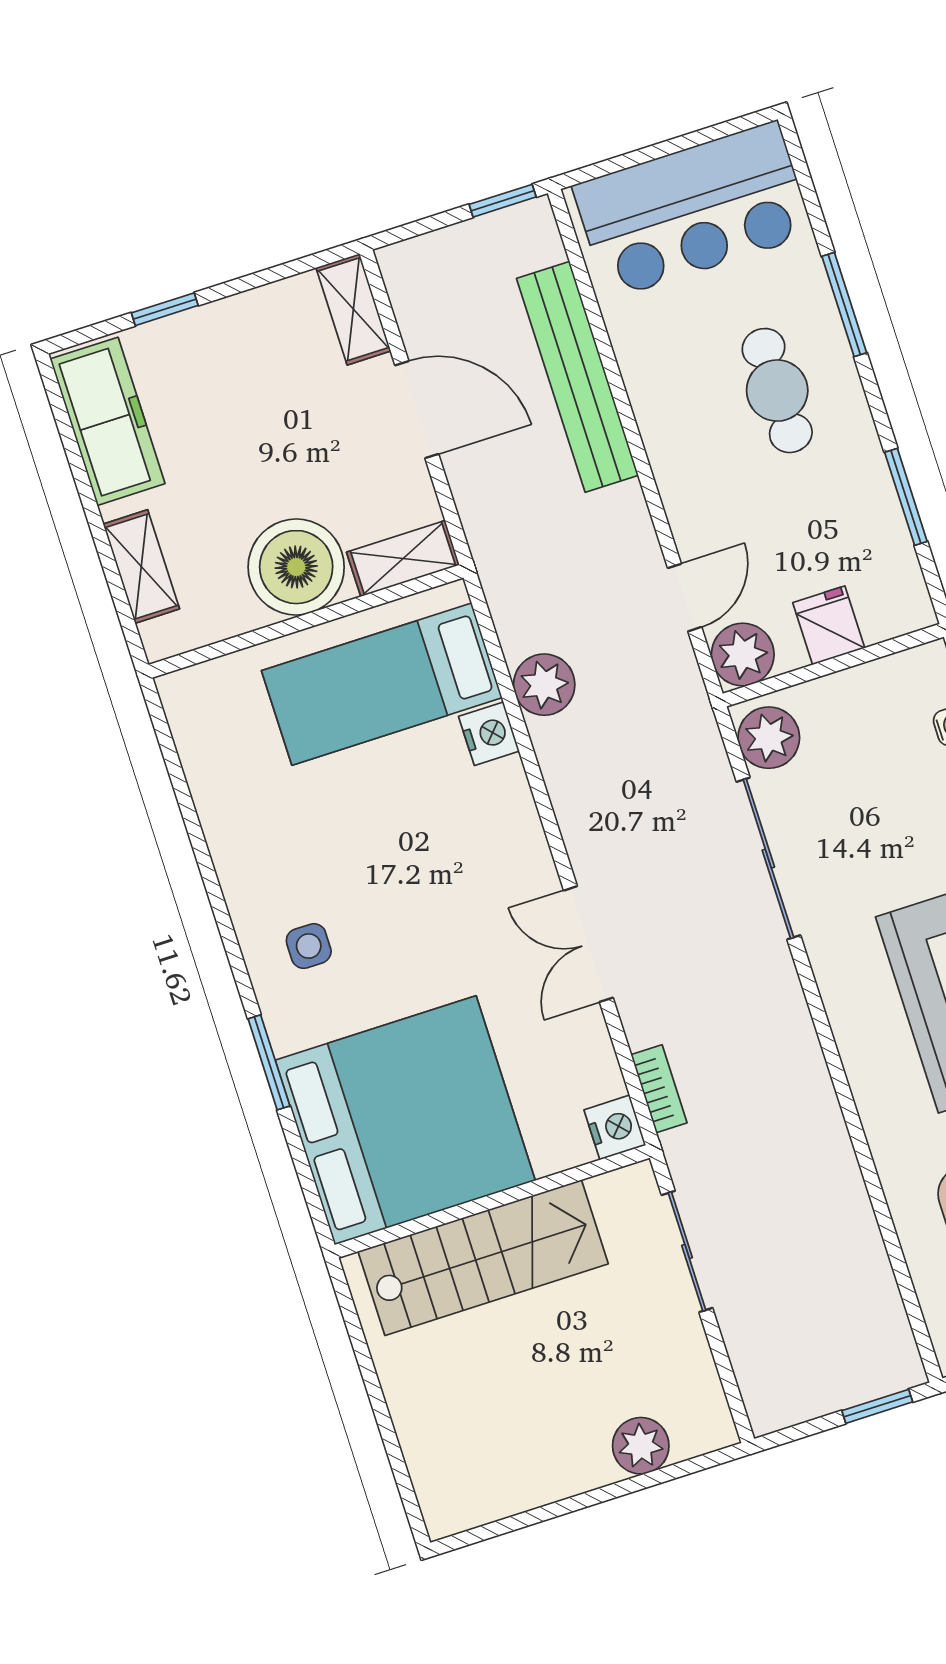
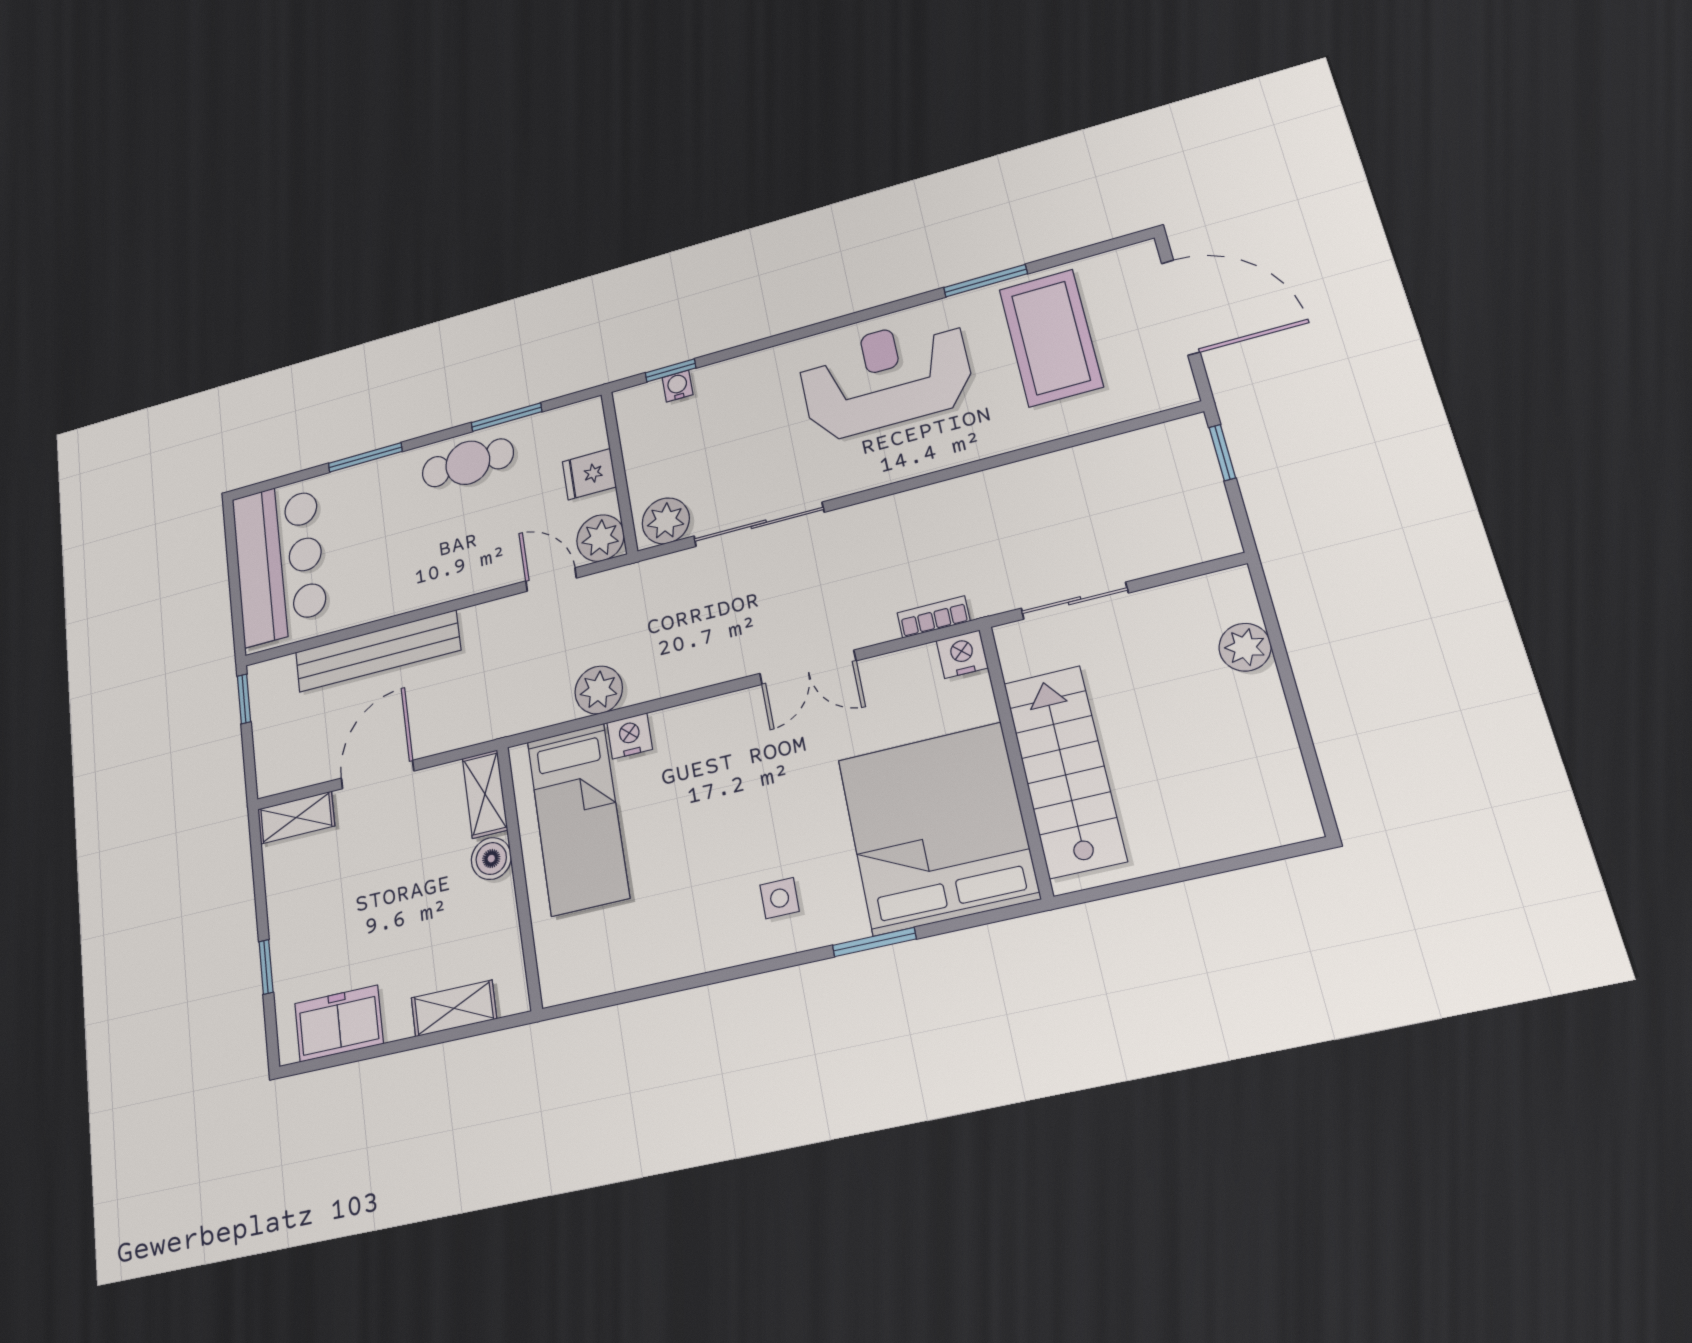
cafe table: (777, 391) -> (468, 463), moved
freezer: (108, 421) -> (339, 1024), width x0.71
boiler: (296, 567) -> (491, 859), width x0.54, depth x0.54

